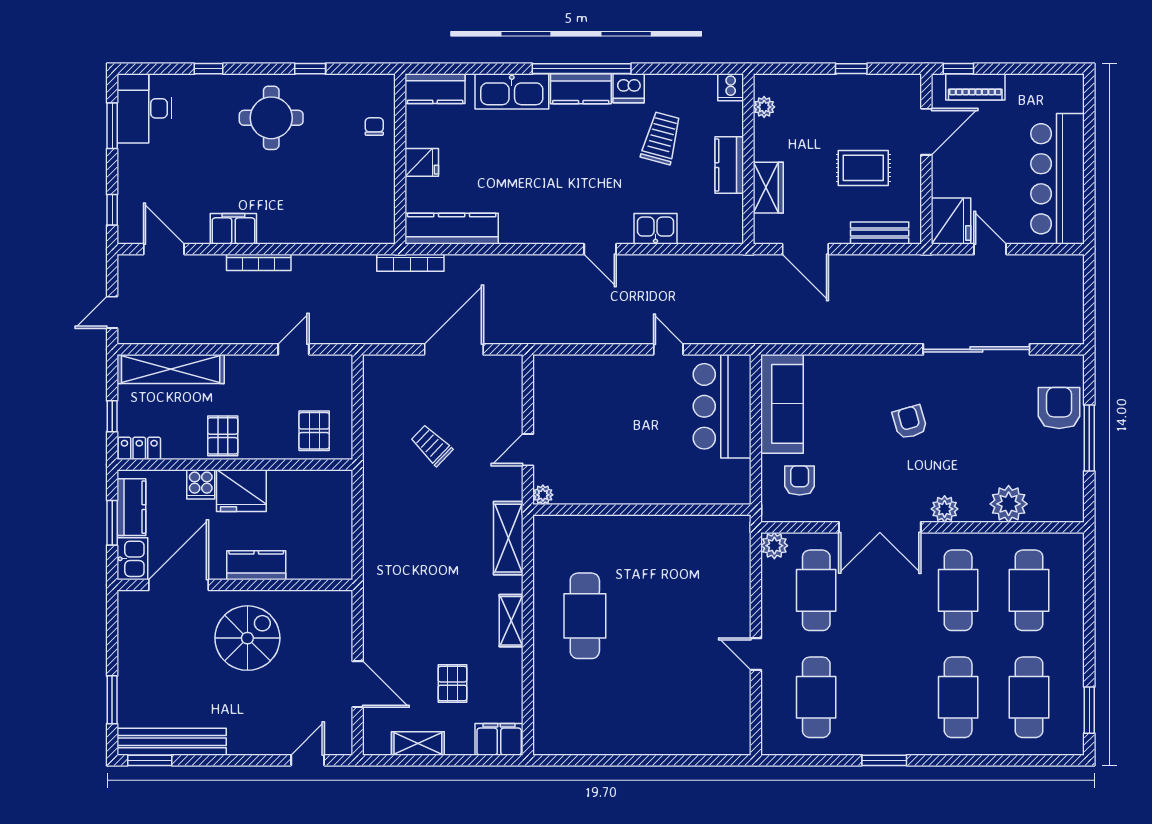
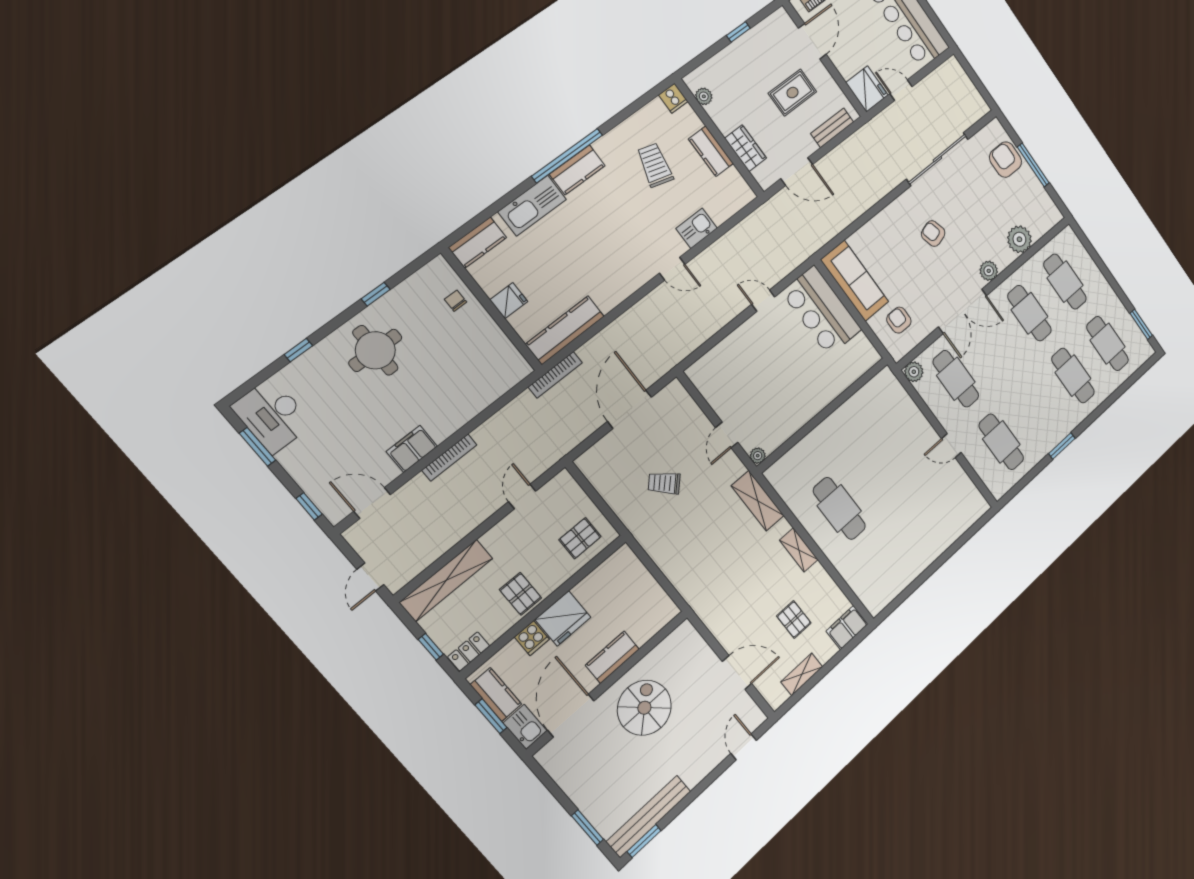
dishwasher: (629, 88) -> (608, 147), removed
pallet: (314, 431) -> (580, 538), turned 90

